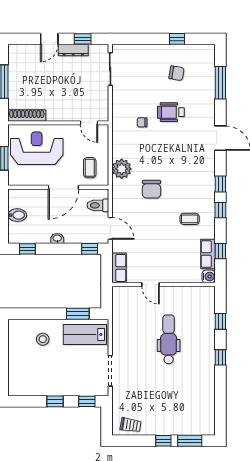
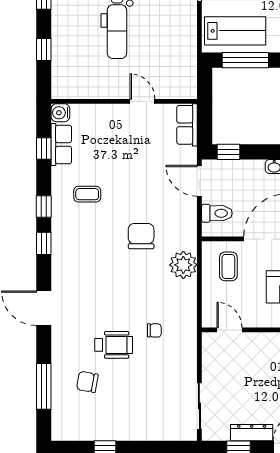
chair: (177, 73) -> (87, 382), moved
window: (78, 314) -> (245, 60), width x1.44

